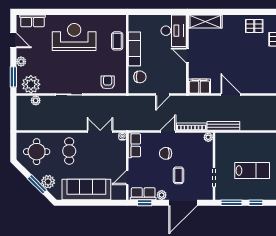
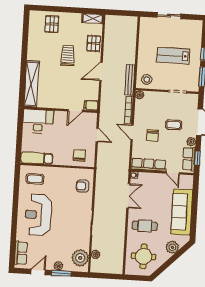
shelving: (205, 21) -> (31, 84), width x1.47
pallet: (254, 26) -> (94, 43), moved
coffee table: (117, 41) -> (35, 179), moved
exam couch: (134, 49) -> (37, 158), moved
door: (187, 56) -> (75, 111), moved
trolley: (246, 58) -> (68, 55), added
window: (13, 77) -> (61, 273), moved
filing cabinet: (199, 86) -> (91, 105), width x0.50
double door: (100, 132) -> (128, 196), swing flipped
stool: (225, 144) -> (147, 79), added
row of seats: (134, 145) -> (149, 165), width x1.48
lab bench: (252, 171) -> (173, 56), turned -90
window: (37, 184) -> (174, 258), removed

